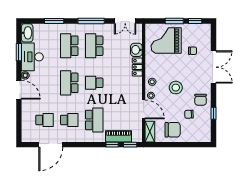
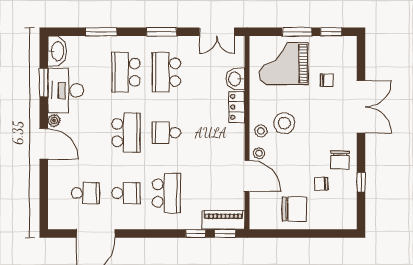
window: (91, 21) -> (162, 32), width x0.69
school desk: (69, 83) -> (126, 133), turned 180
stool: (176, 88) -> (284, 123), moved
shelving: (150, 132) -> (257, 212), removed
piano: (119, 136) -> (223, 220), moved

